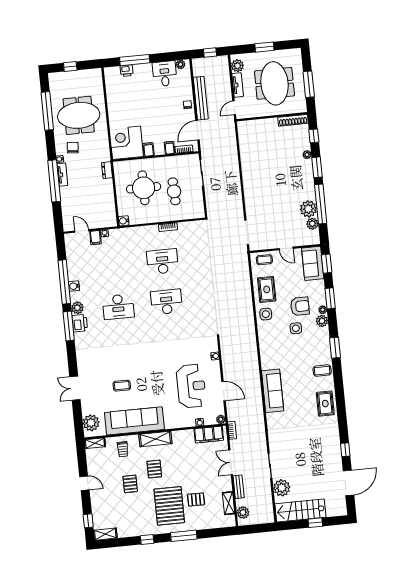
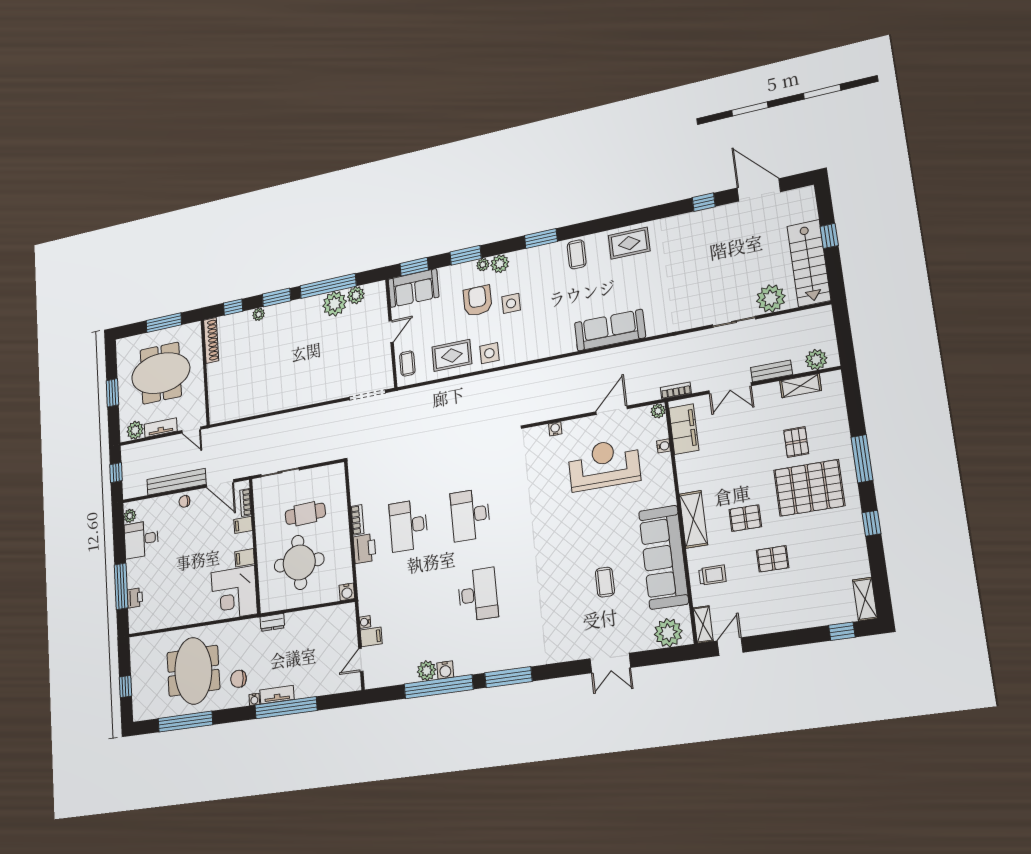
plant: (77, 308) -> (427, 671), moved
printer: (80, 323) -> (365, 549), moved, turned 90
door: (84, 483) -> (730, 647), moved

